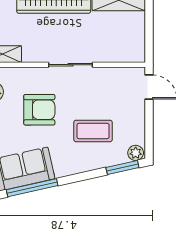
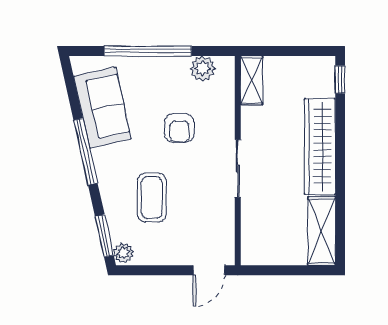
armchair: (39, 110) -> (179, 128), width x0.72, depth x0.72
window: (32, 188) -> (86, 152), moved

